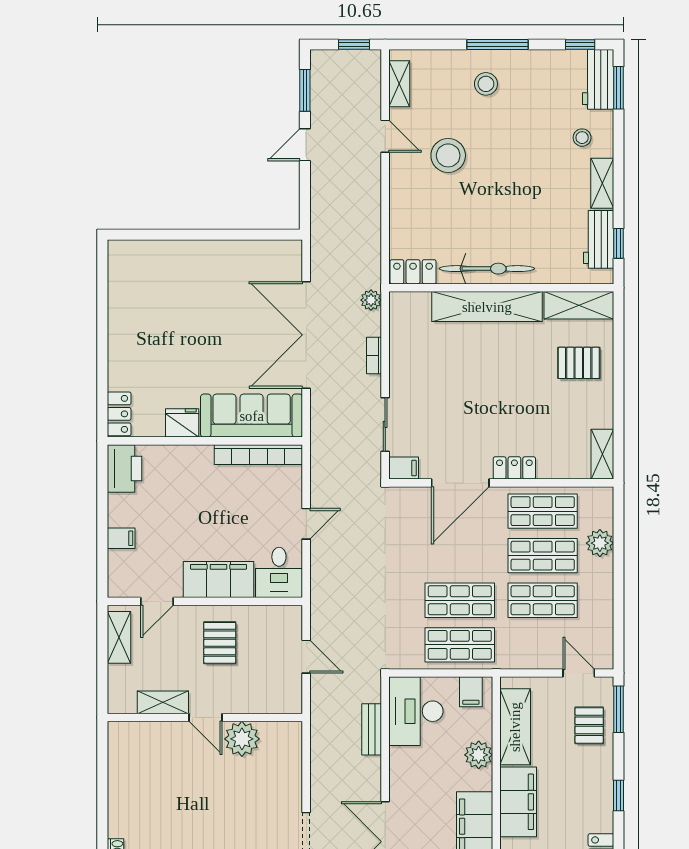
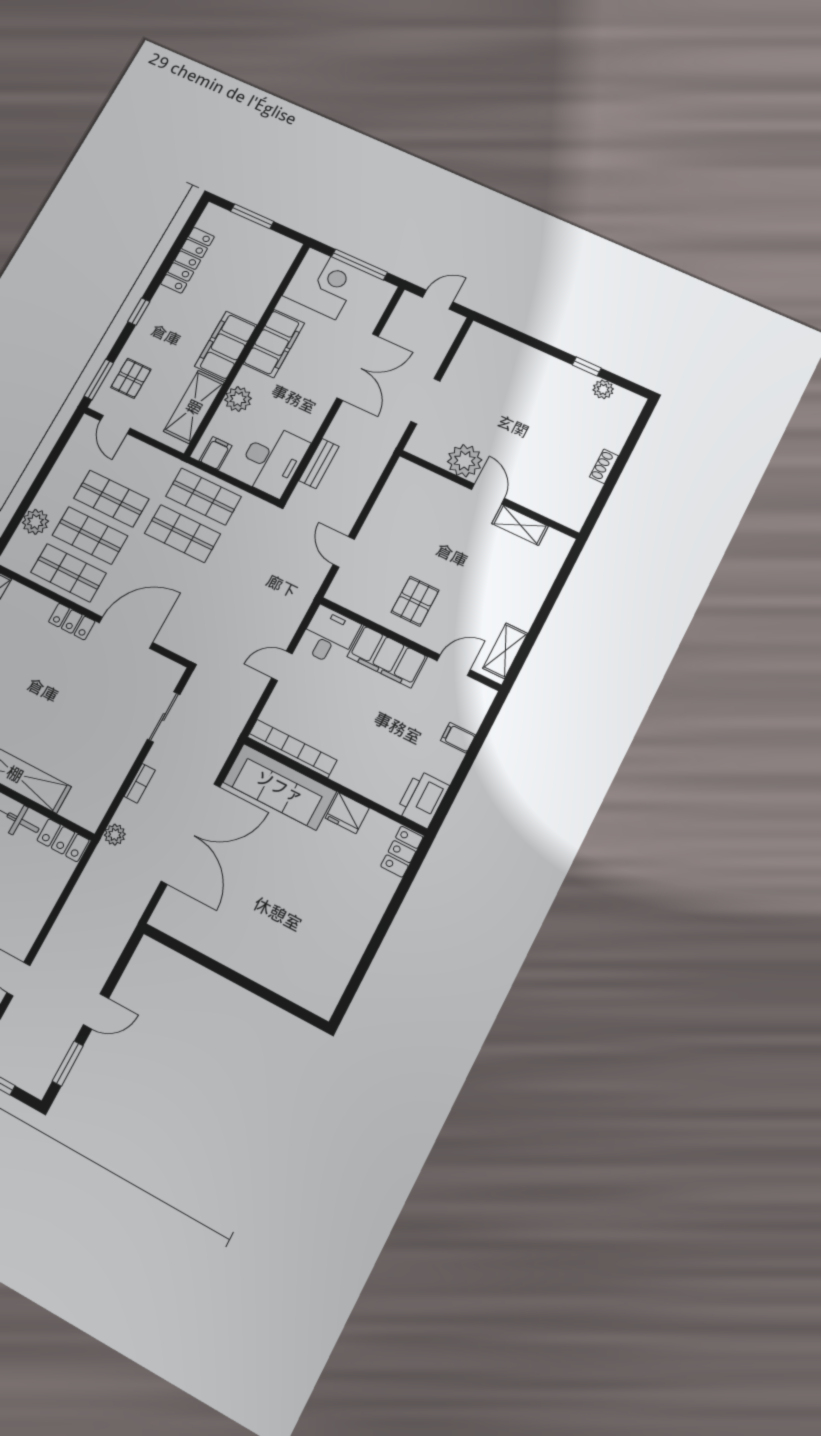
filing cabinet: (404, 468) -> (168, 671), removed
shelving: (163, 702) -> (520, 525), moved
door: (205, 717) -> (488, 494), moved
wall: (205, 717) -> (489, 494), moved
plant: (242, 739) -> (465, 461), moved

